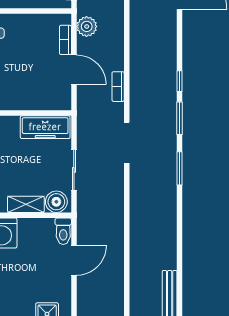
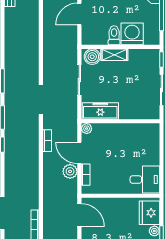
plant: (87, 26) -> (70, 171), moved
plant: (64, 103) -> (87, 129), added
toilet: (63, 231) -> (114, 35), moved

